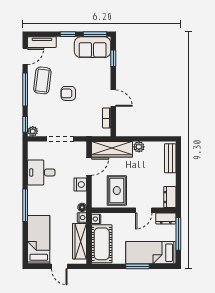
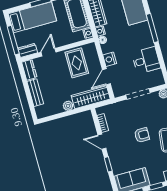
window: (113, 58) -> (108, 164), moved
bench: (170, 158) -> (35, 93), moved

